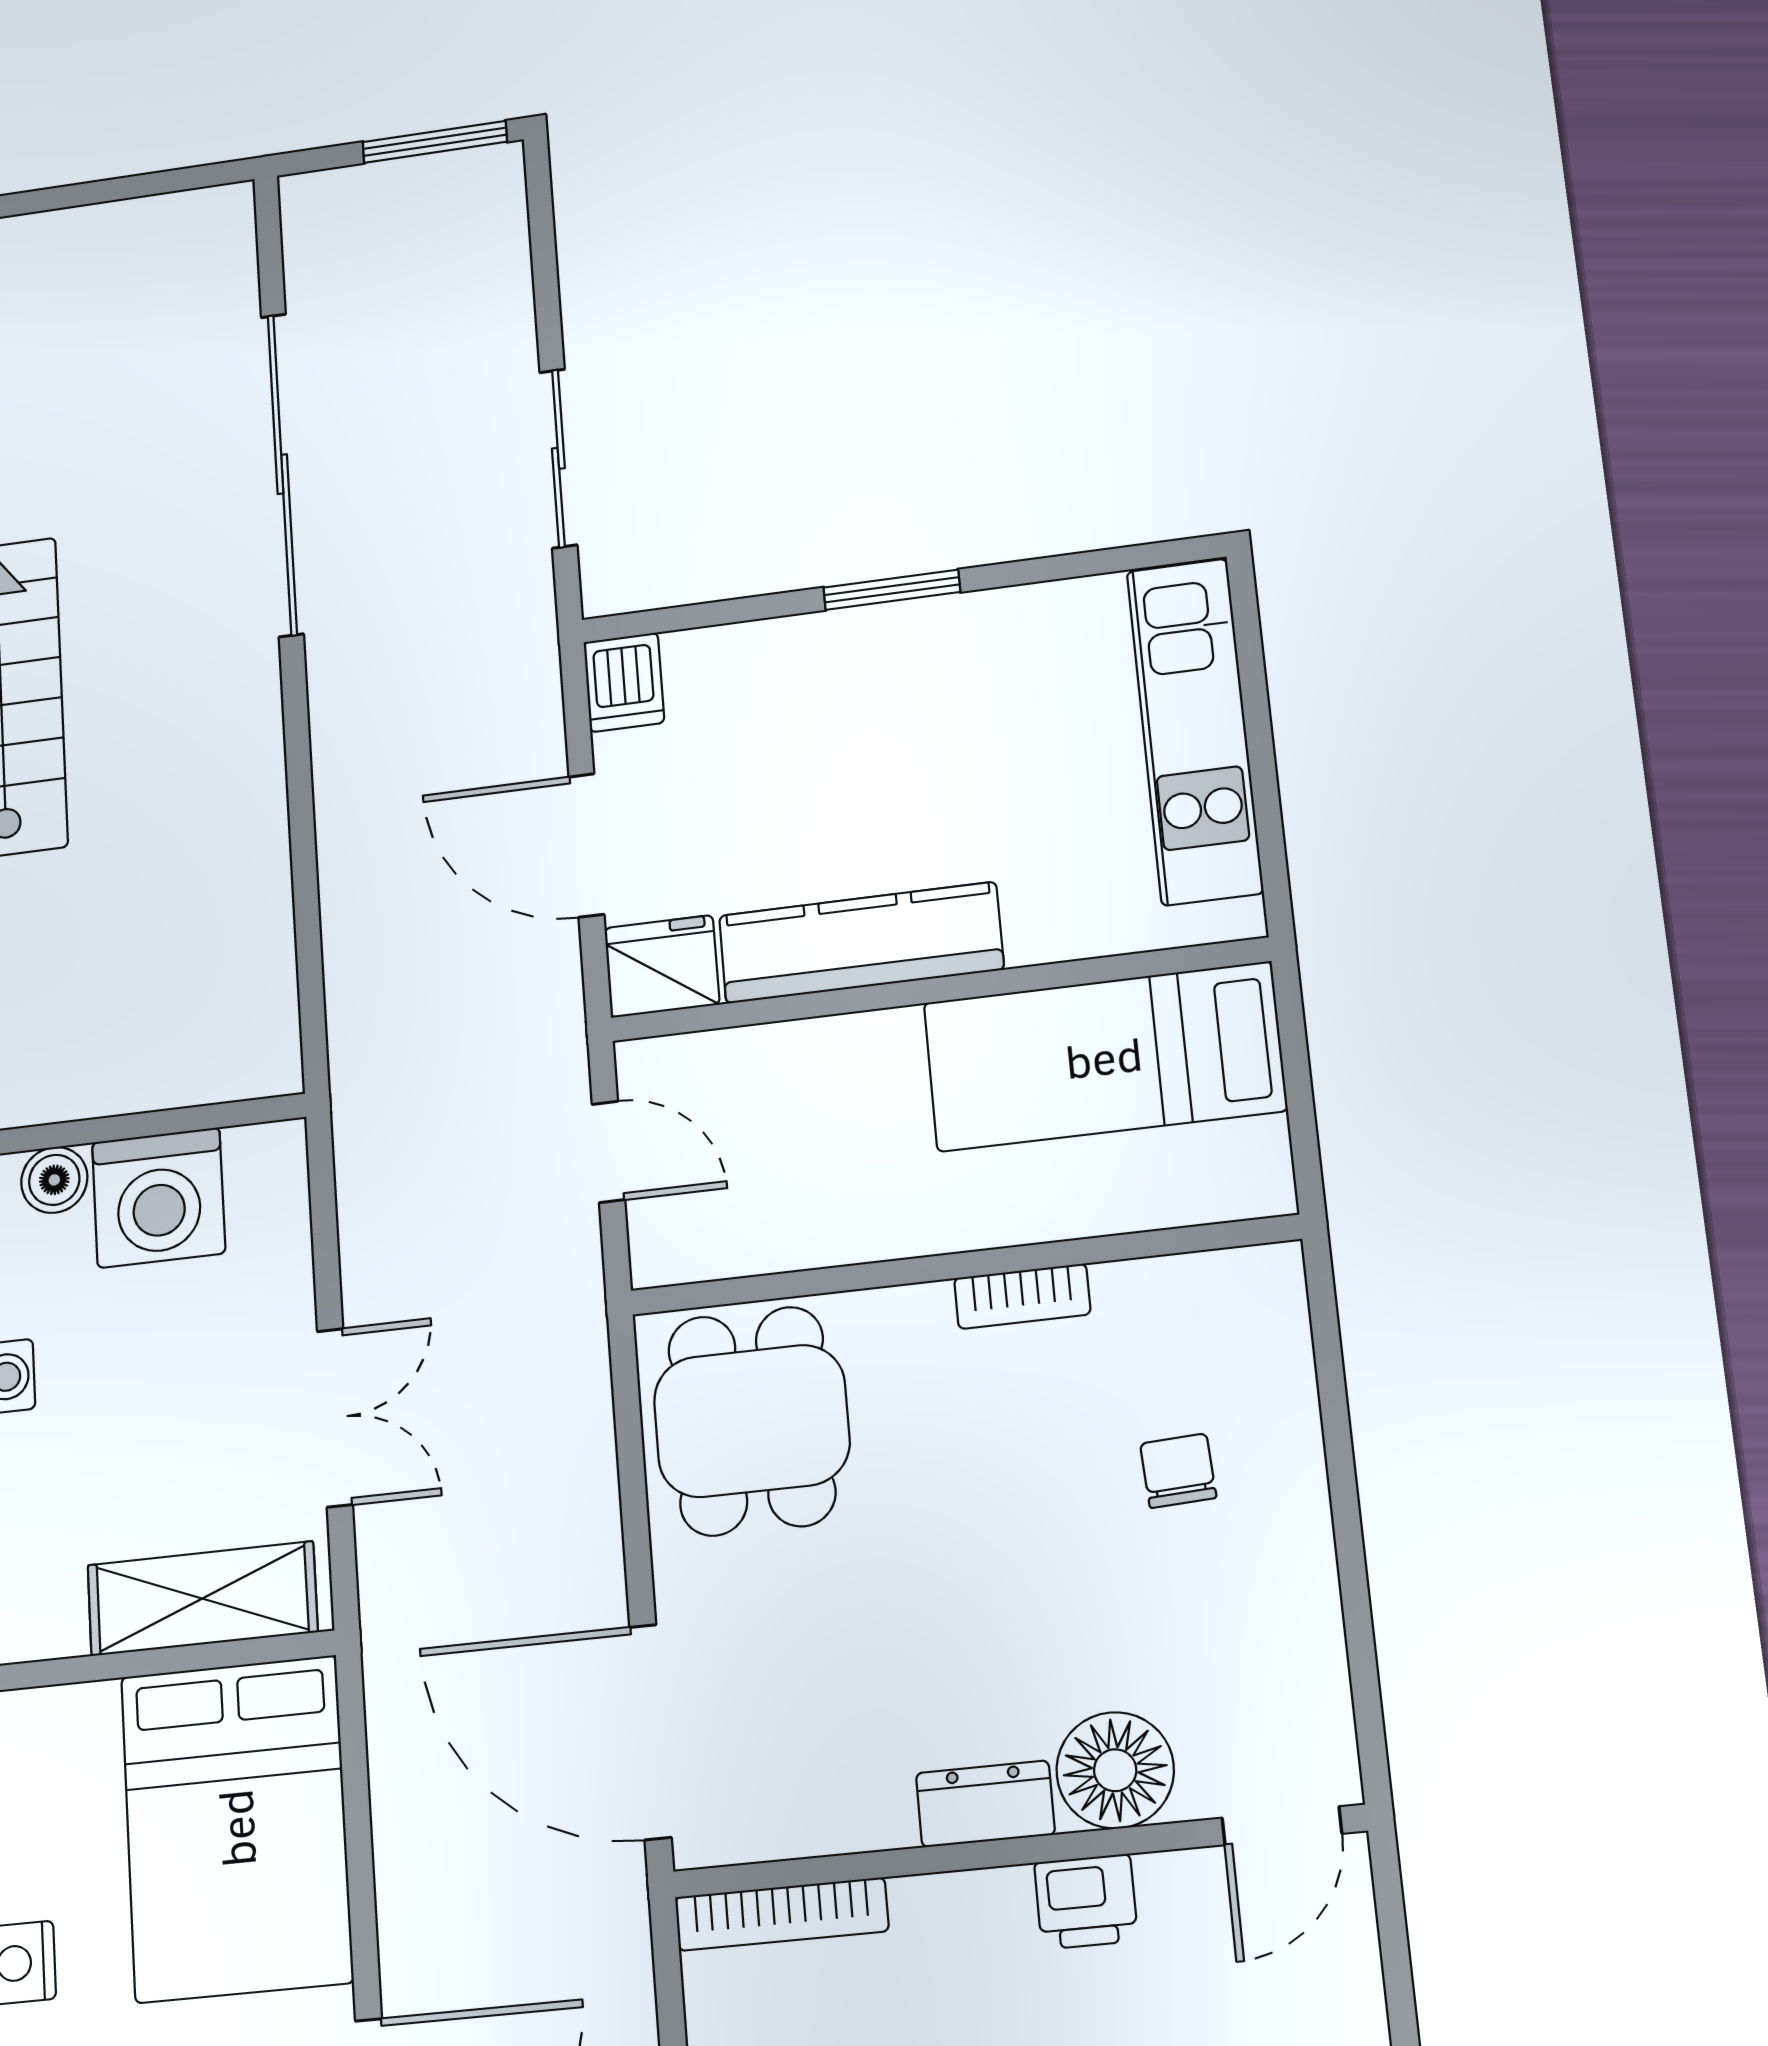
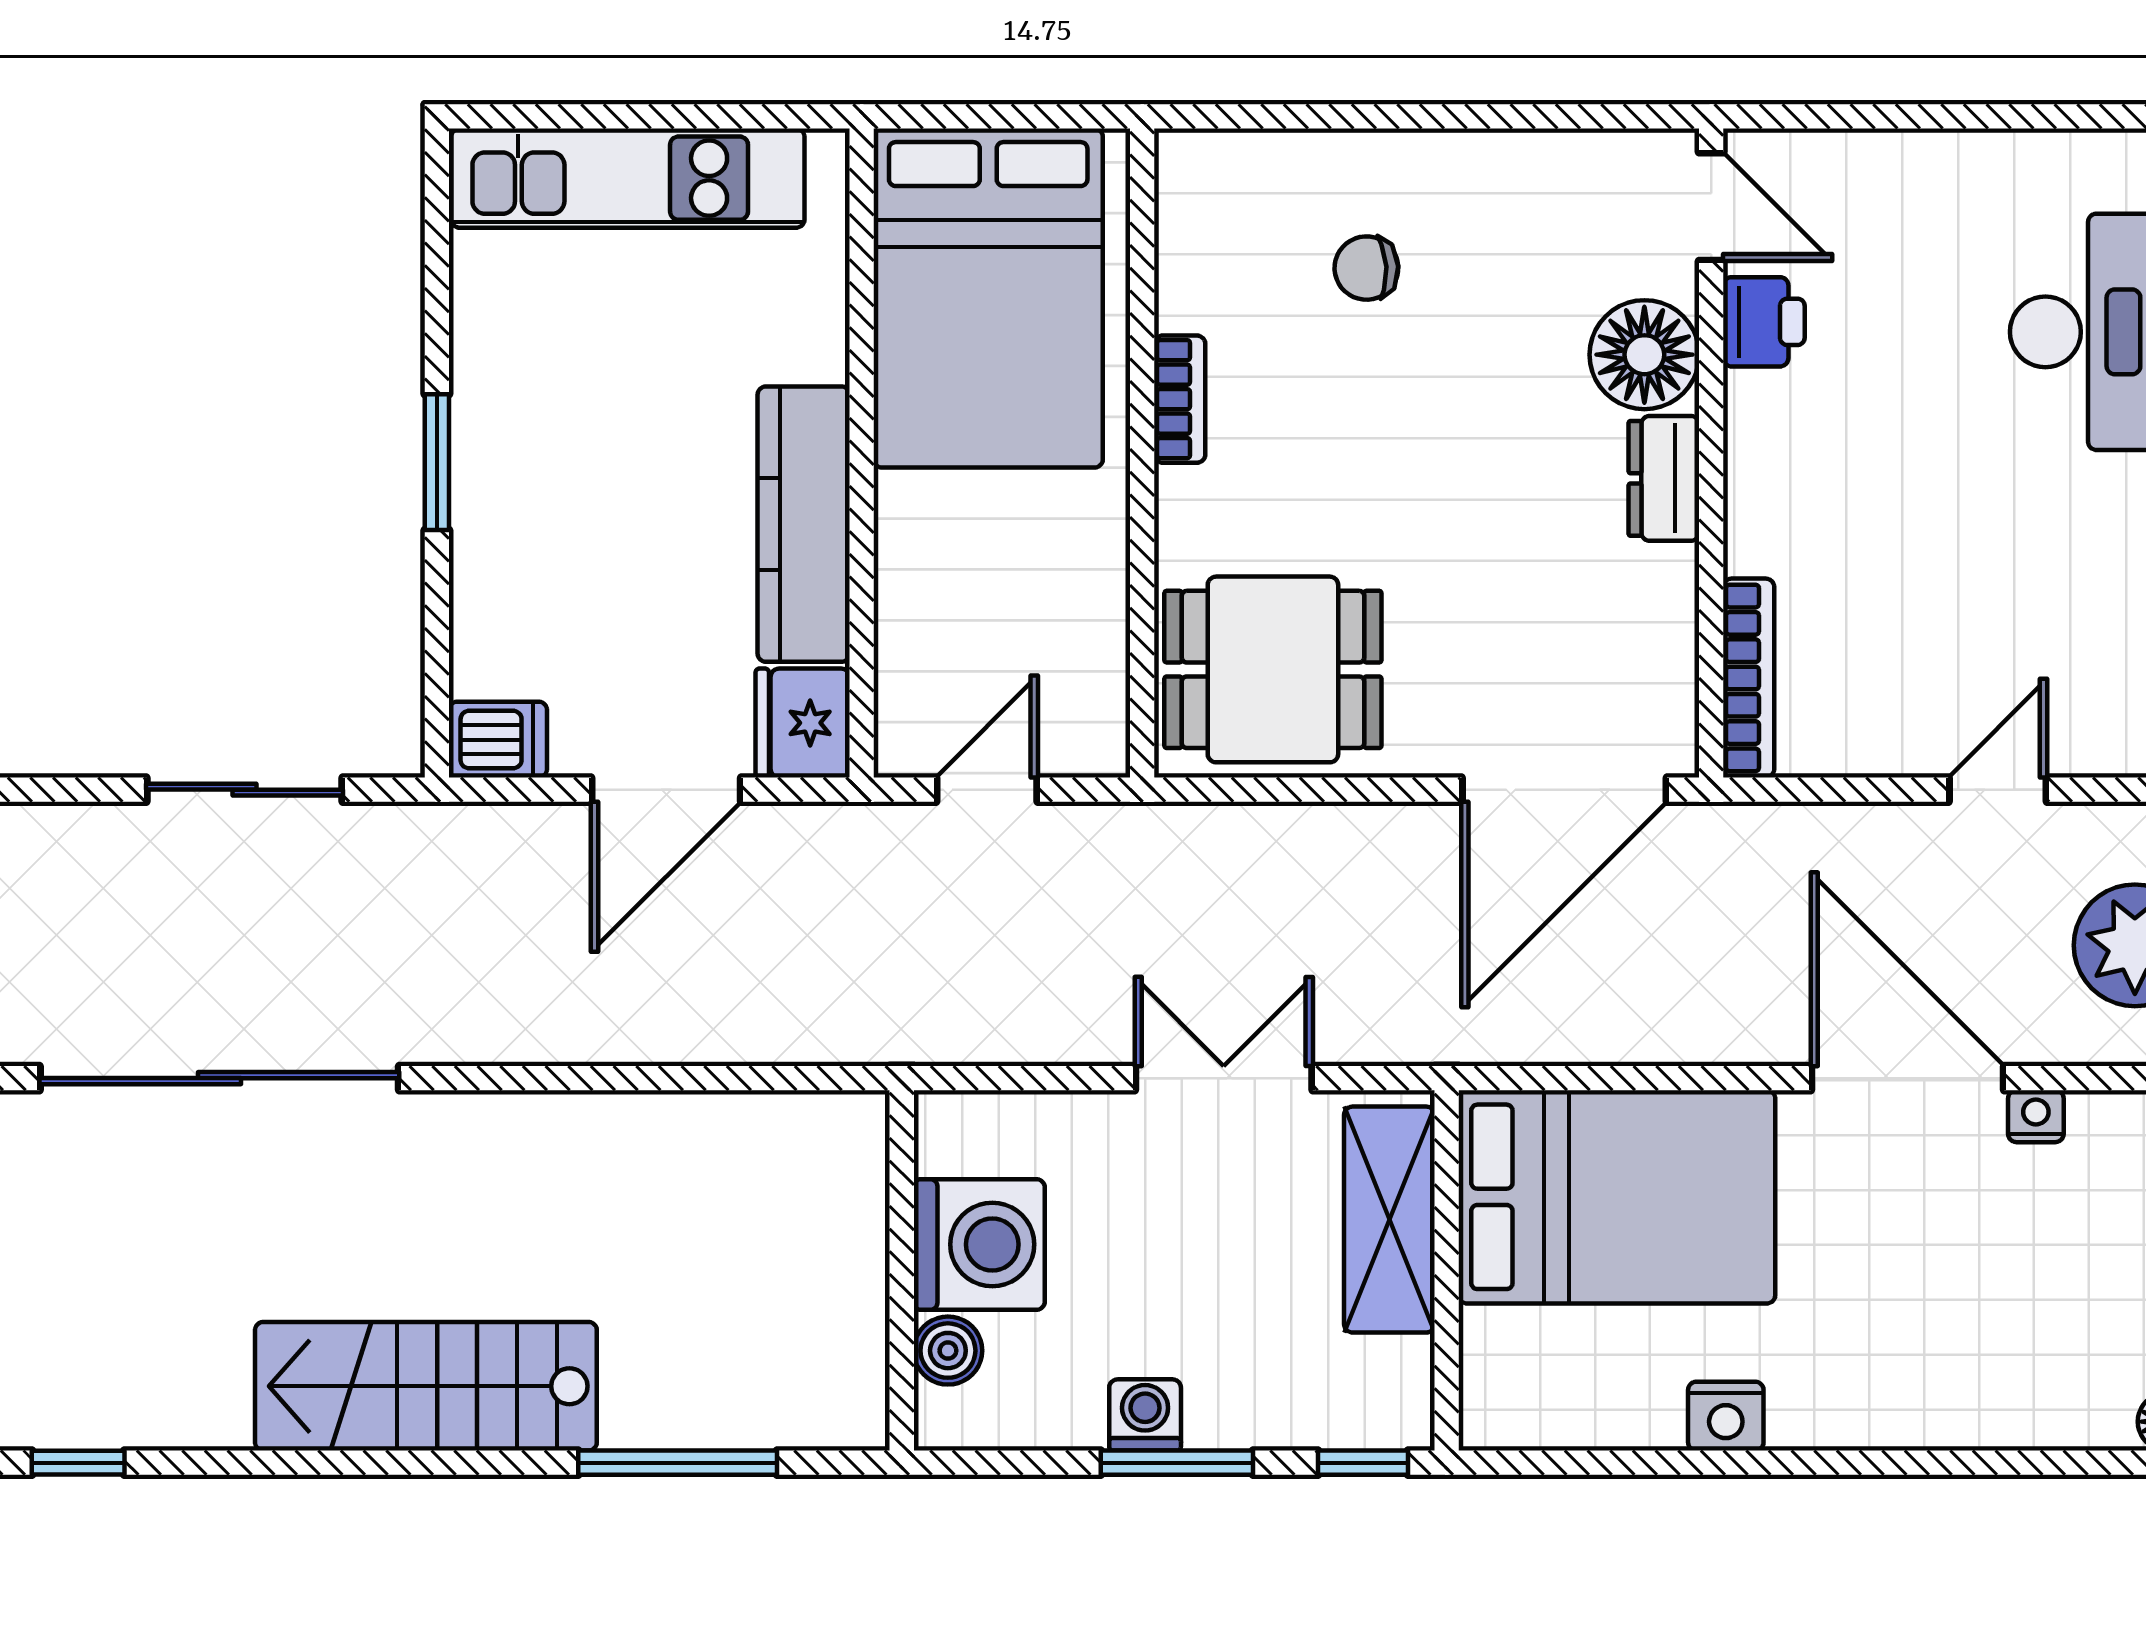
bed: (1104, 1057) -> (988, 298), width x1.50
printer: (1086, 1902) -> (1764, 322), moved

